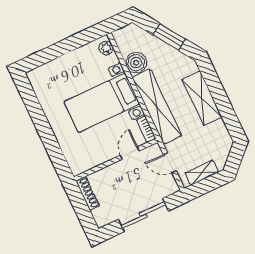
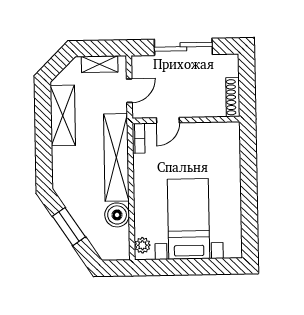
shelving: (202, 98) -> (63, 115), moved
bed with nightstands: (102, 103) -> (189, 219), moved, turned -90
door: (170, 163) -> (129, 91), hinge flipped

